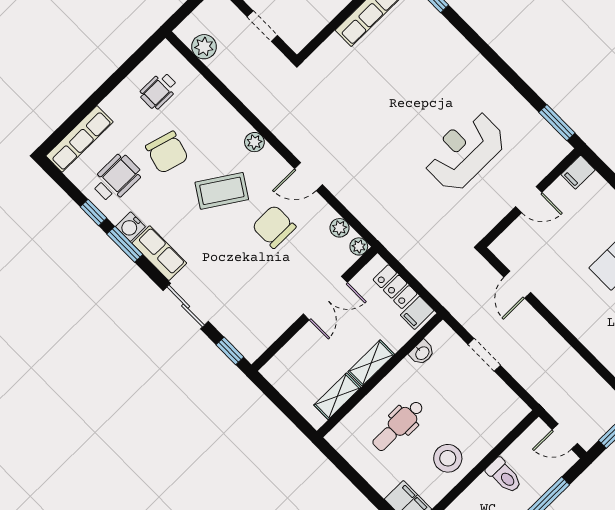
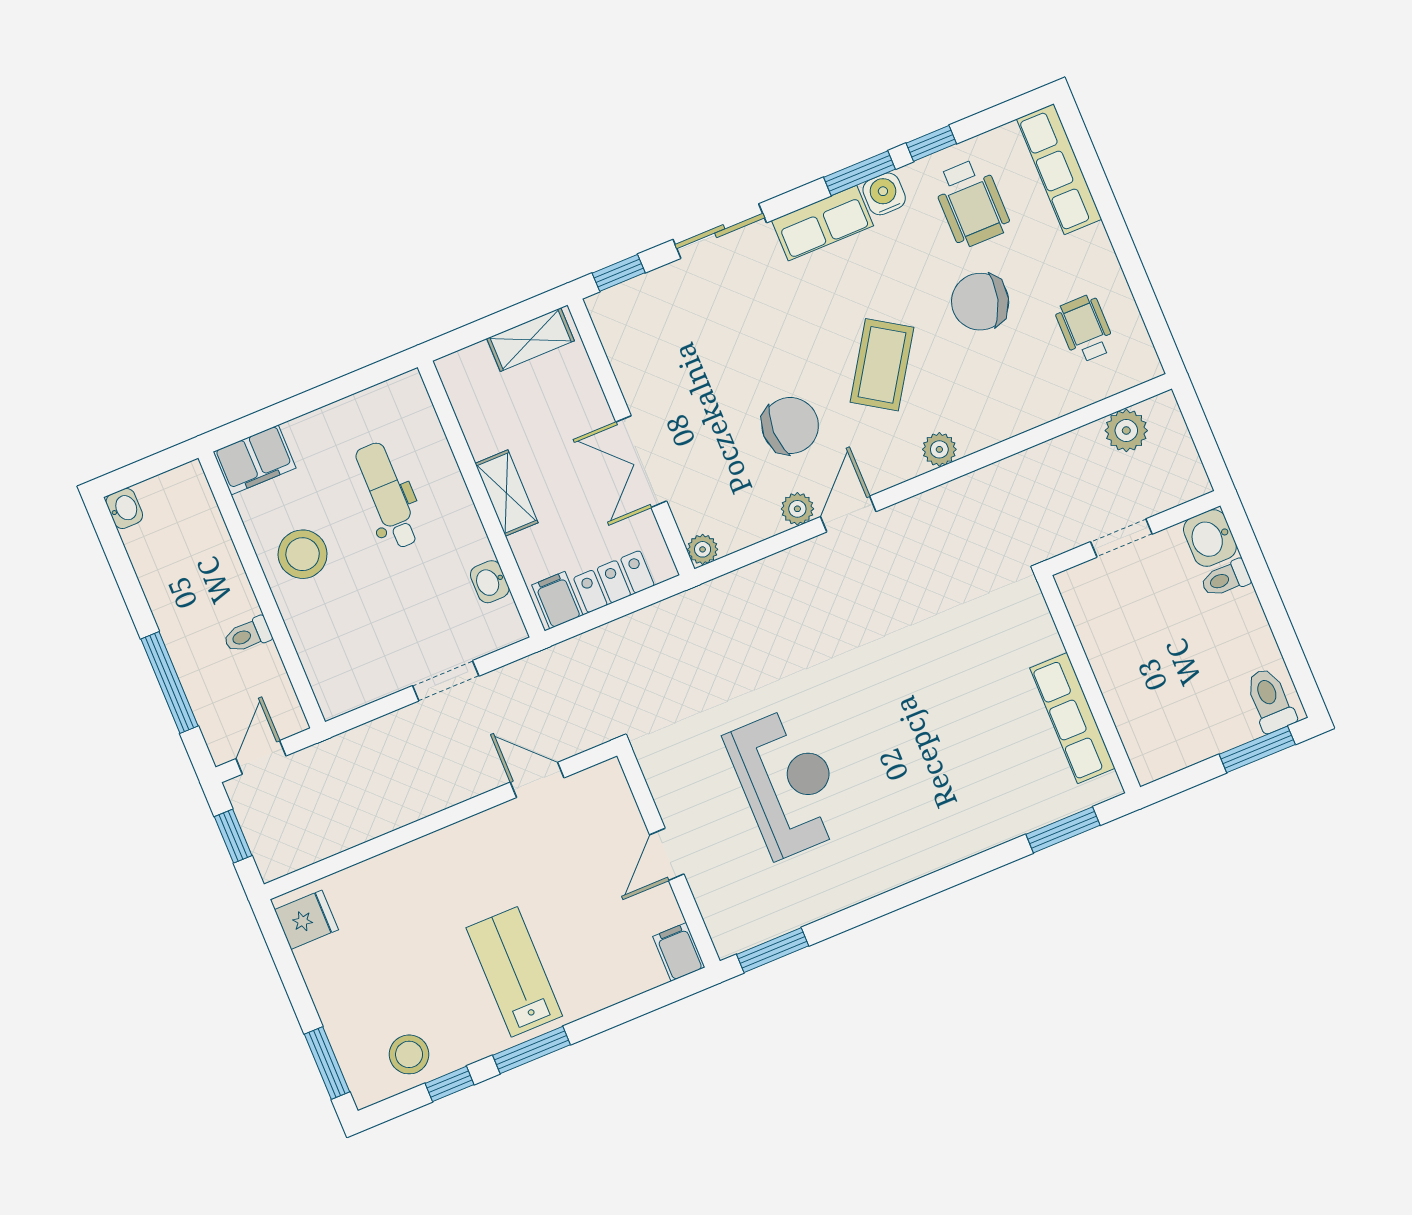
plant: (339, 228) -> (797, 509), moved
shelving: (337, 396) -> (530, 340), moved, turned 90
toilet: (504, 476) -> (248, 635), width x0.73, depth x0.72

